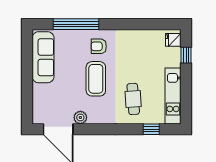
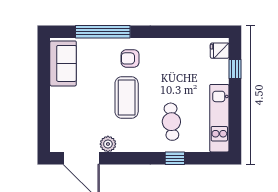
sofa: (43, 57) -> (63, 63), width x0.73
window: (151, 129) -> (175, 158), moved

